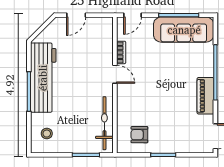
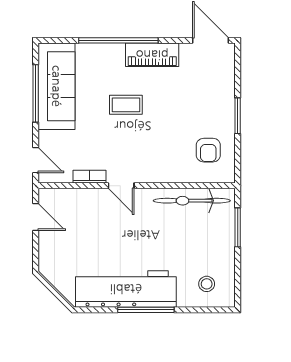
door: (76, 15) -> (36, 217), moved
door: (115, 74) -> (121, 186), swing flipped
coffee table: (171, 78) -> (126, 105), added

